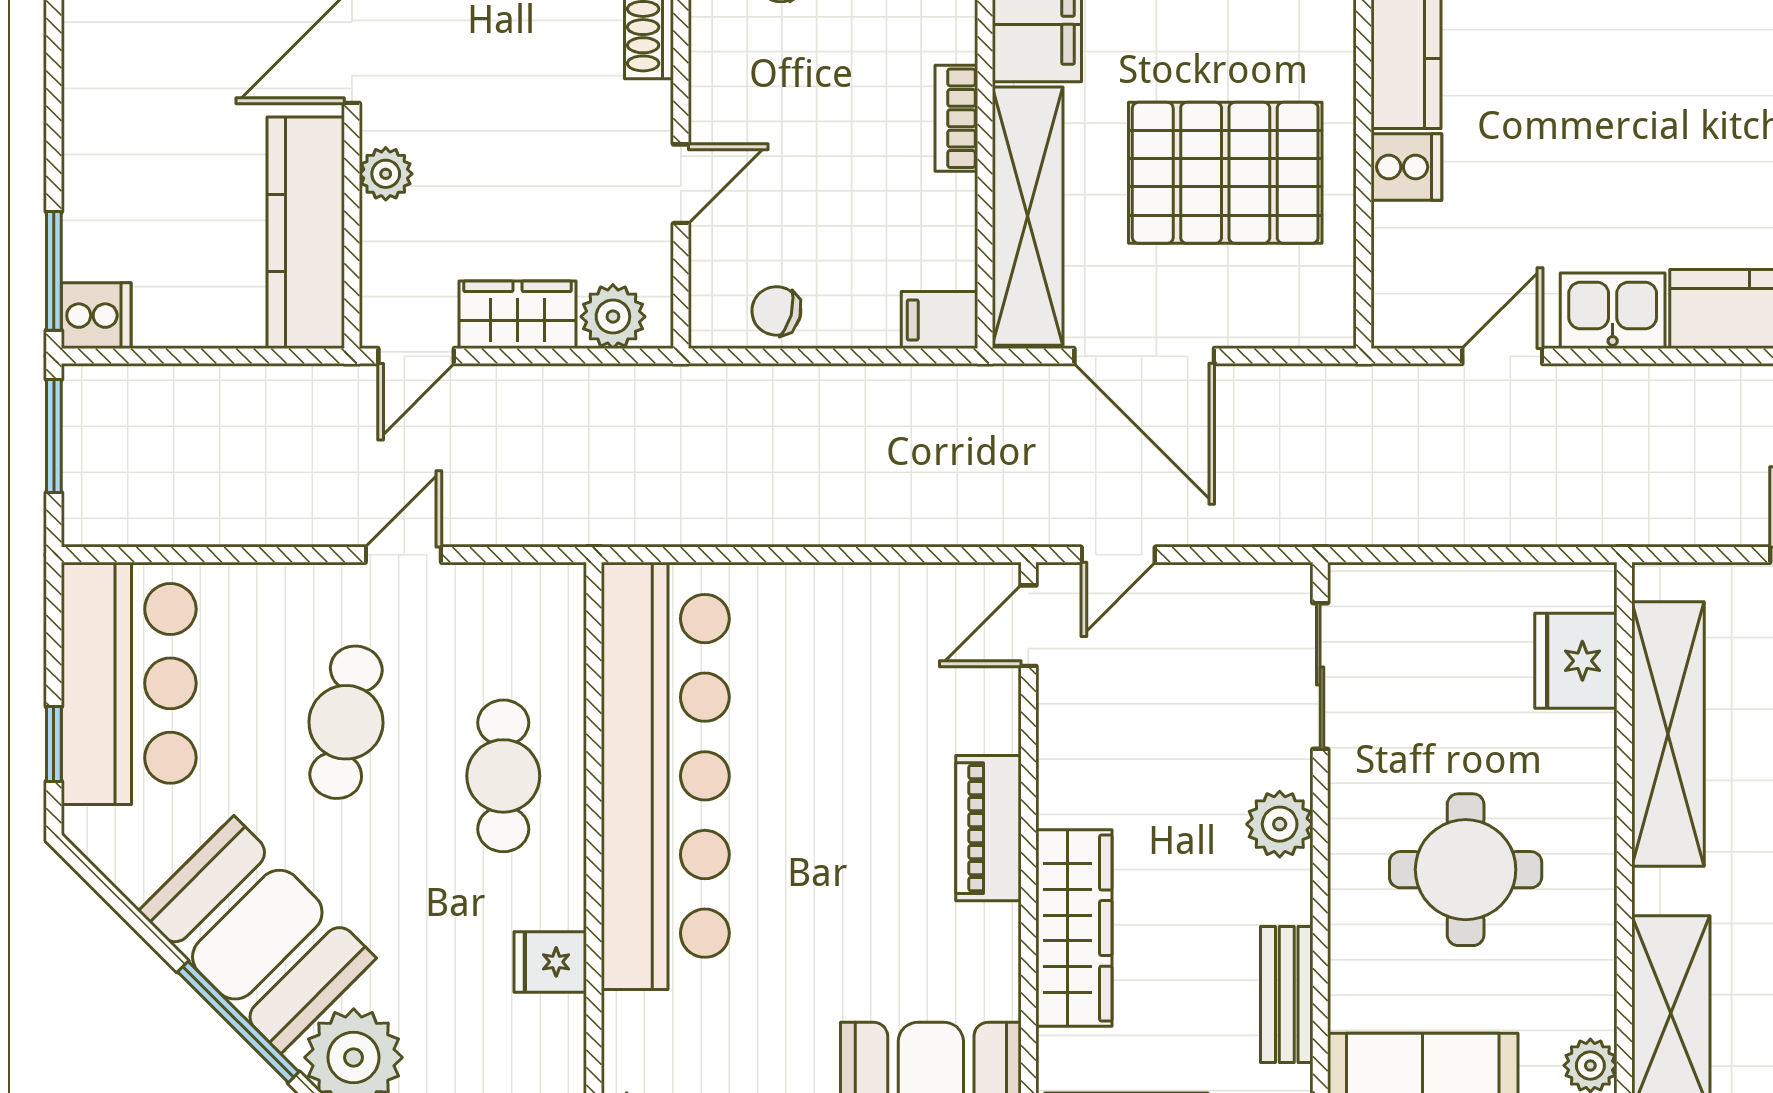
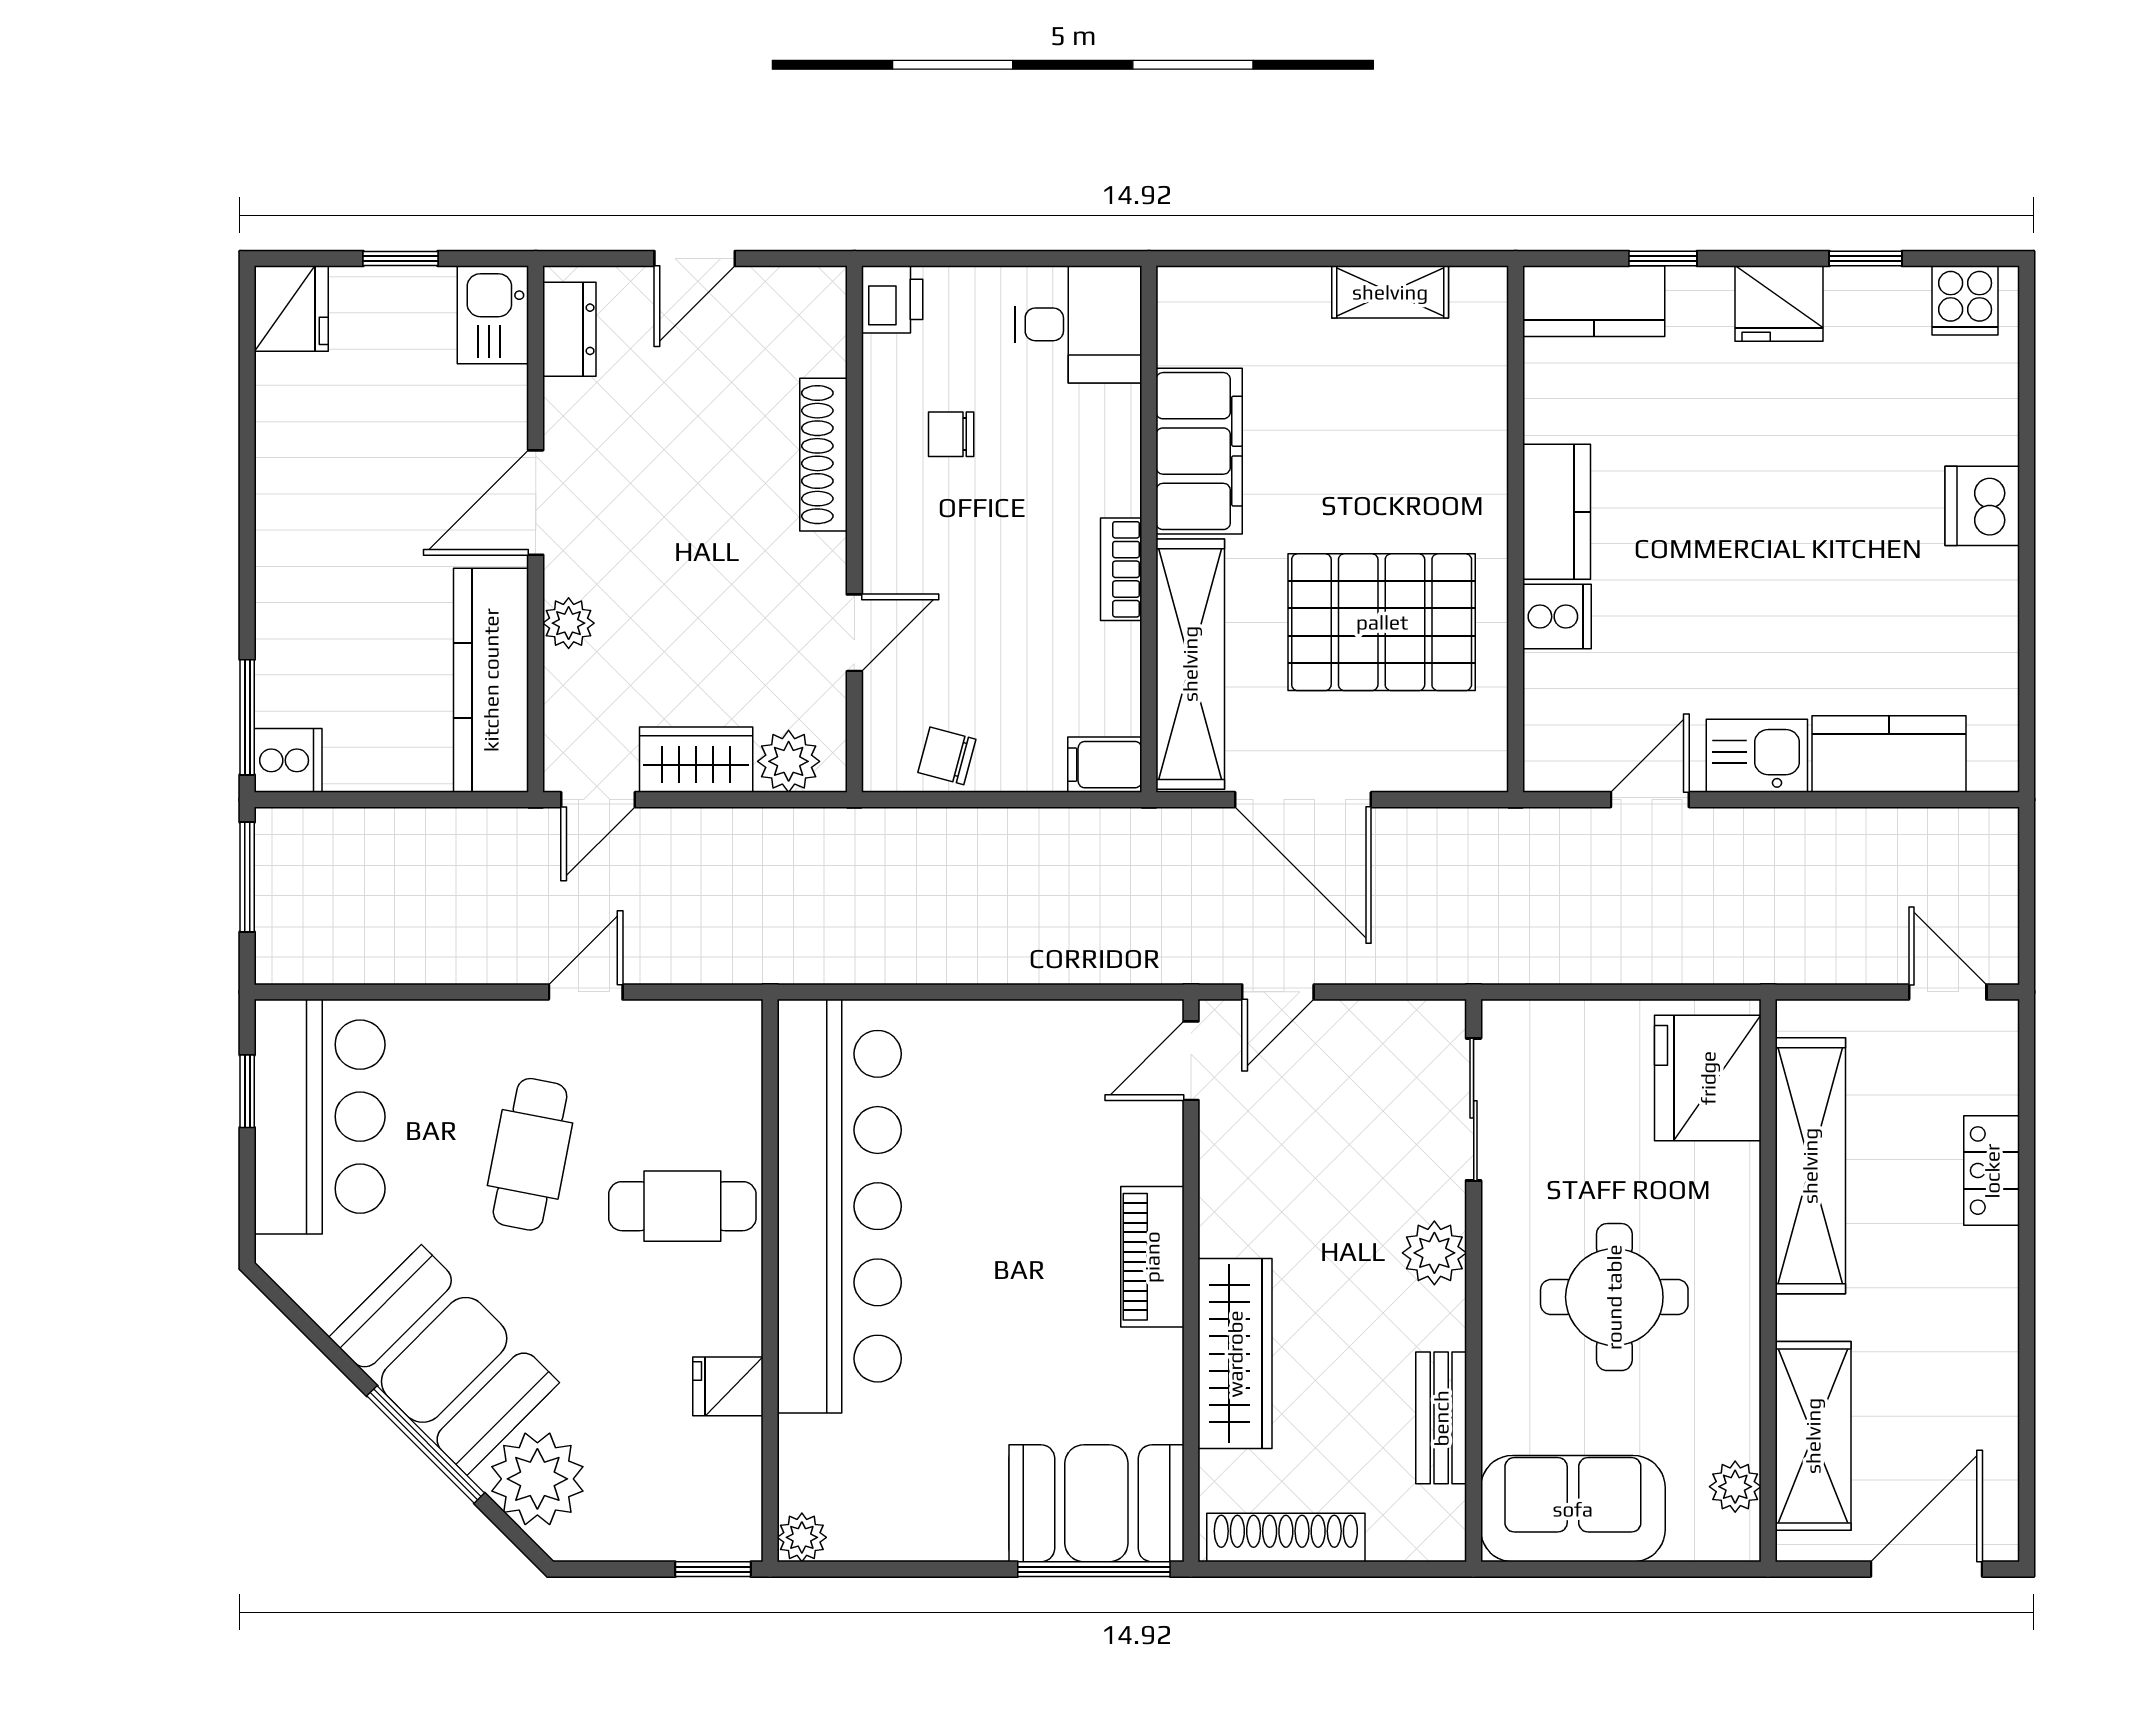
fridge: (1576, 661) -> (1708, 1078), width x1.36, depth x1.34
window: (54, 744) -> (247, 1091), moved
cafe table: (503, 776) -> (682, 1206), turned 90

